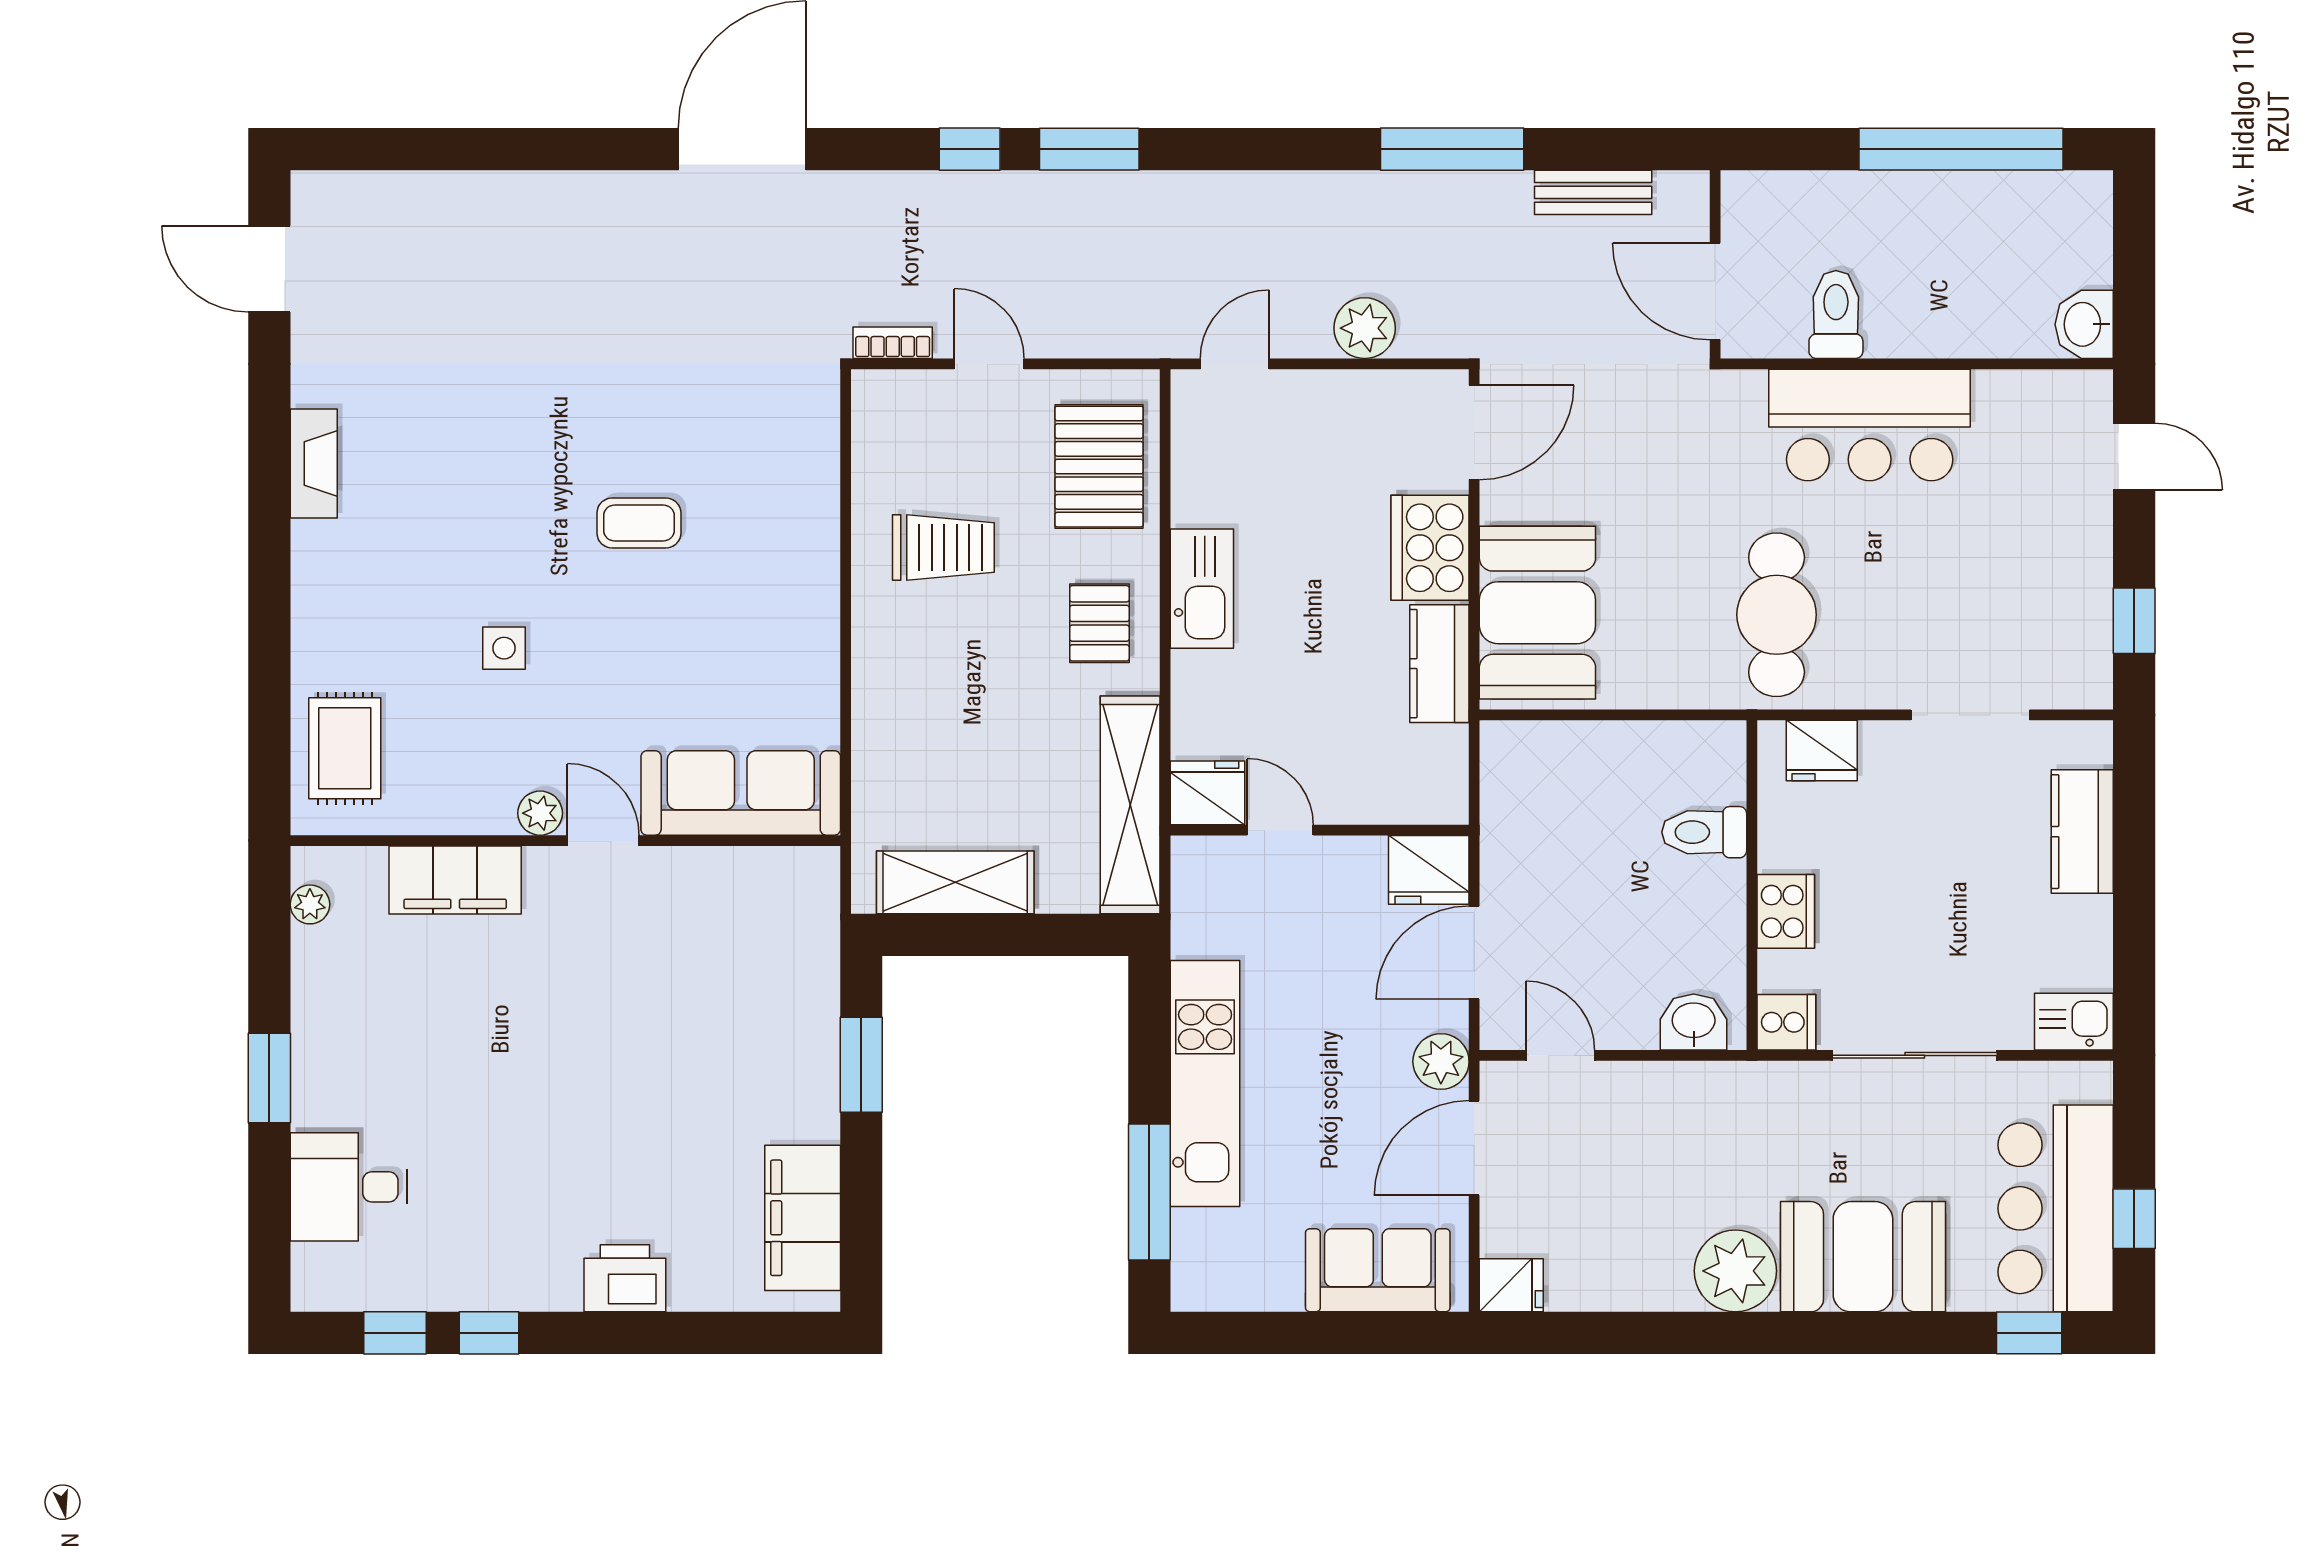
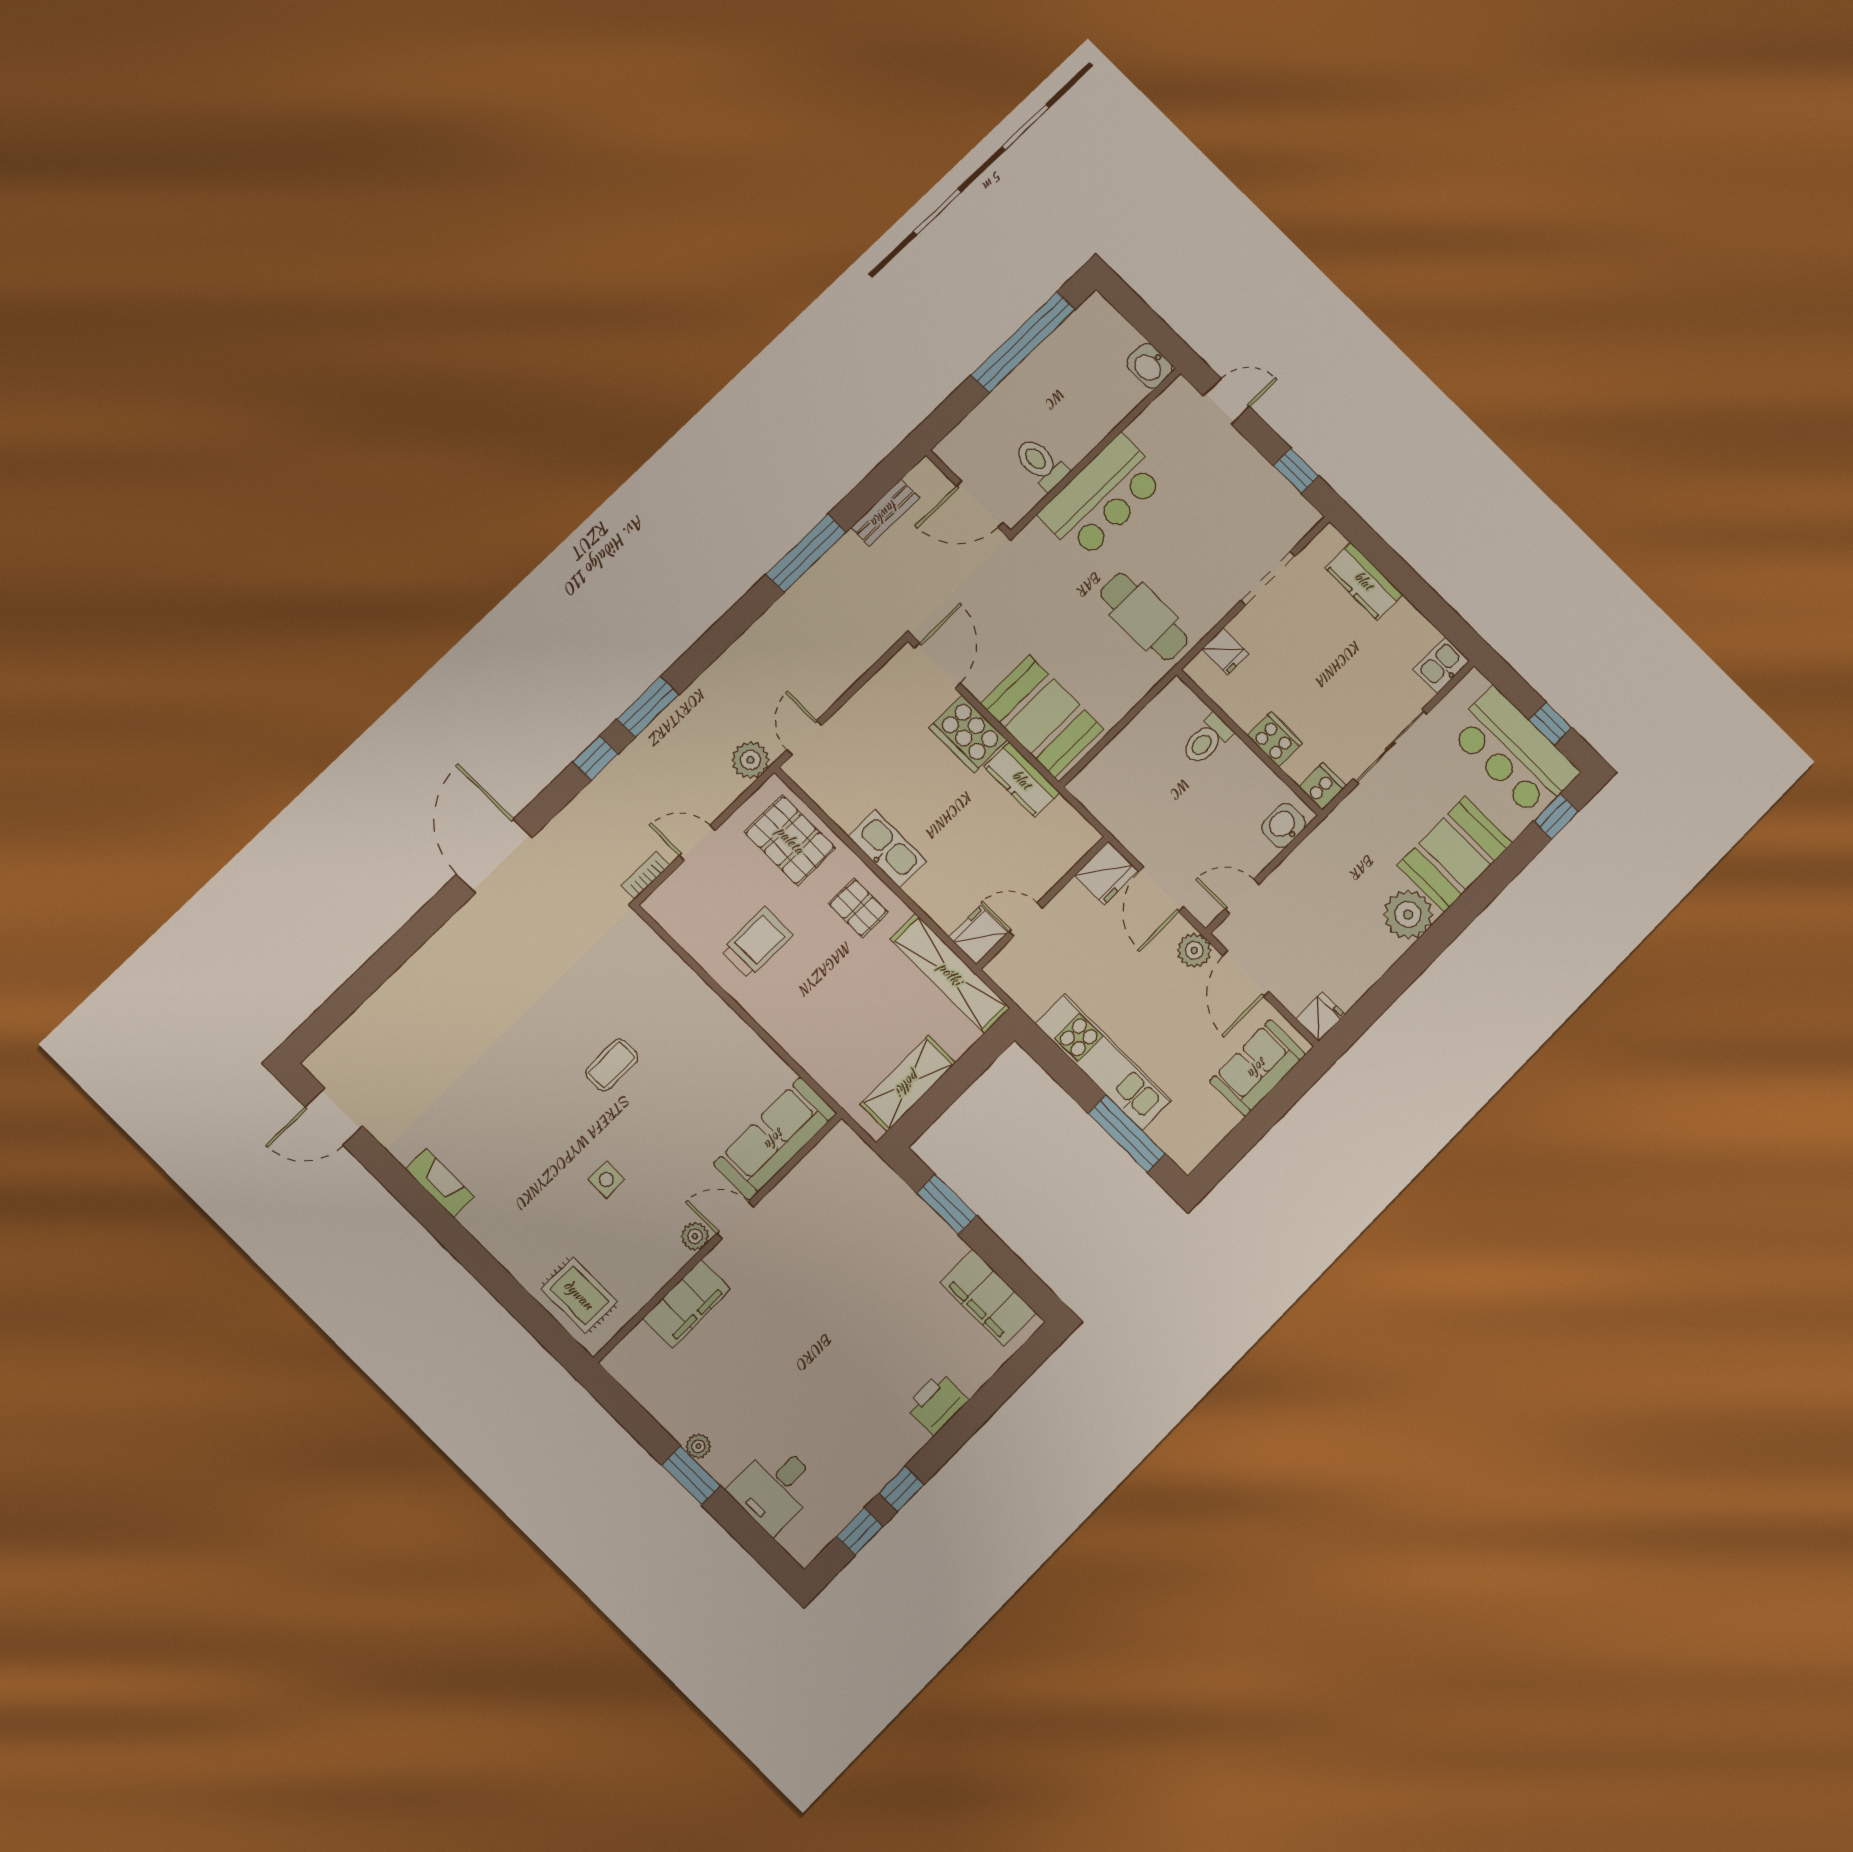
plant: (1365, 328) -> (750, 760), moved
fridge: (1822, 750) -> (1225, 651), width x0.72
plant: (310, 904) -> (698, 1446), moved

